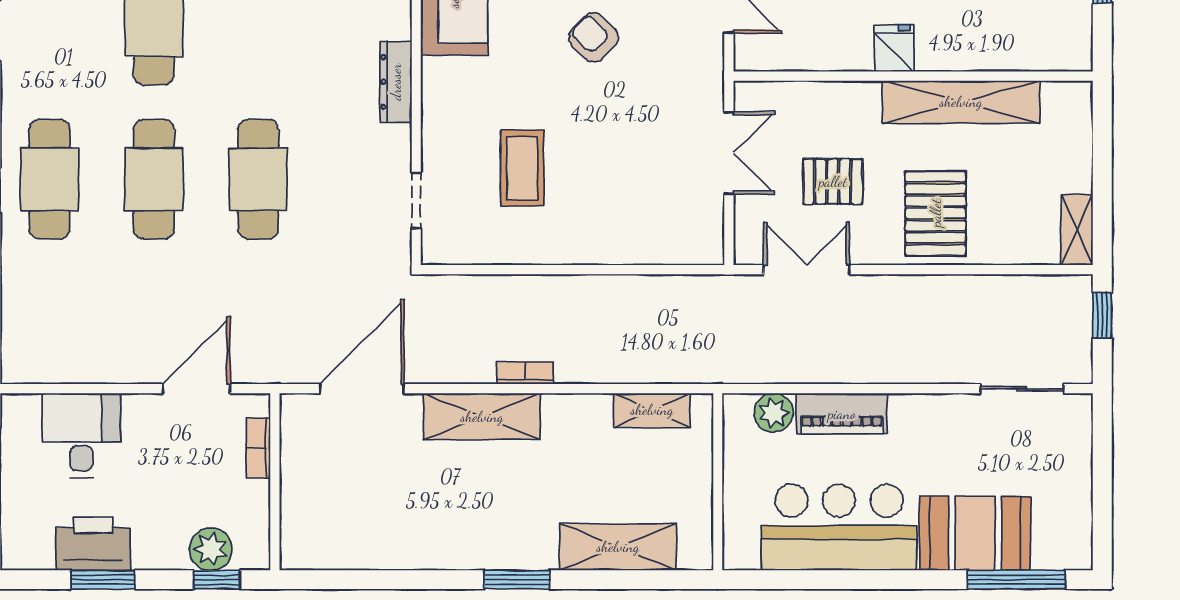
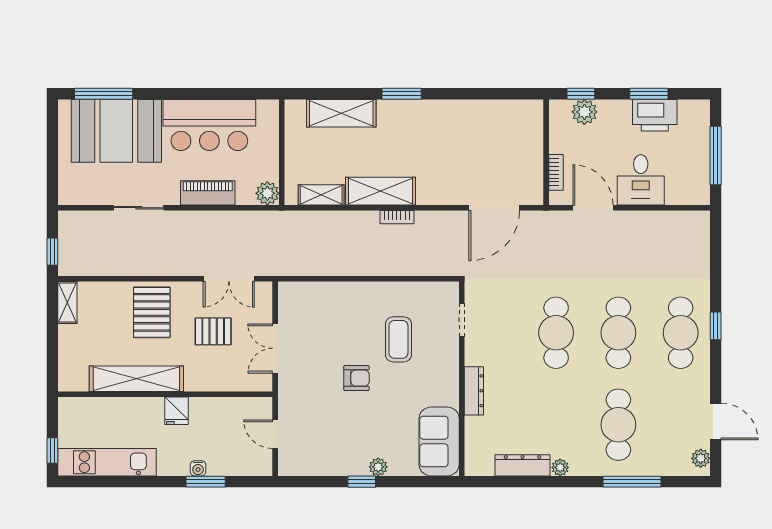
armchair: (594, 37) -> (357, 378), moved, turned -45
door: (196, 389) -> (593, 208), swing flipped
sliding door: (1022, 389) -> (139, 208), moved
plant: (774, 413) -> (267, 193), moved
shelving: (482, 417) -> (380, 191), moved
desk: (81, 435) -> (641, 180), moved
booth: (975, 533) -> (116, 131), width x1.36, depth x1.42

